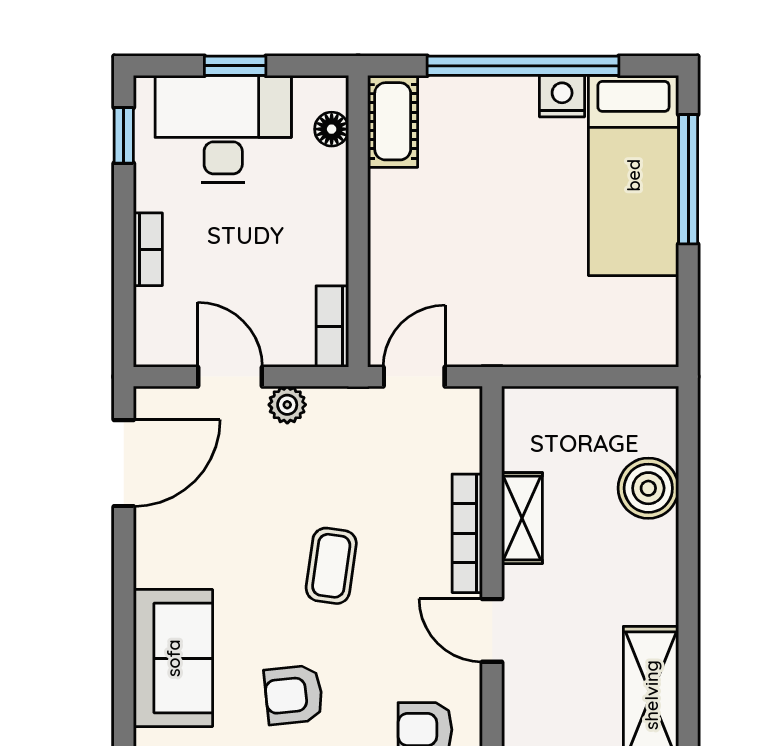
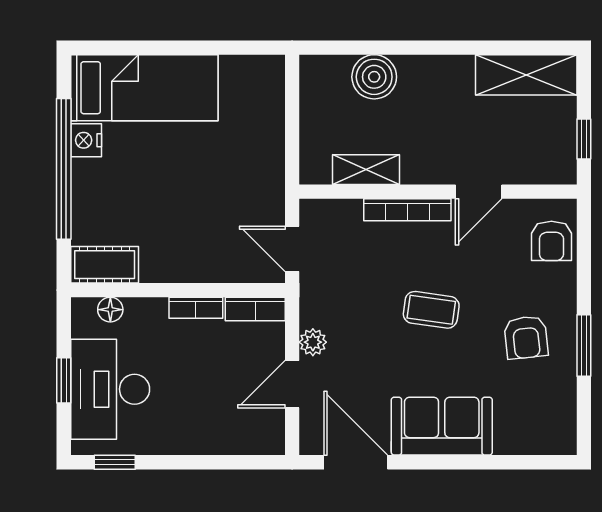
window: (688, 179) -> (147, 48), removed
bookcase: (148, 249) -> (196, 308), moved, turned 180
shelving: (522, 518) -> (366, 170), moved
sofa: (173, 658) -> (442, 426), moved

